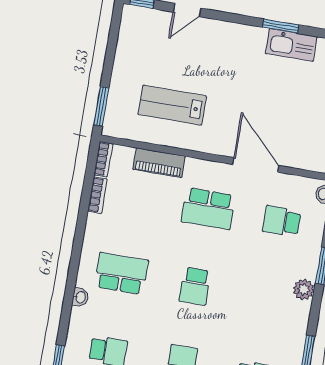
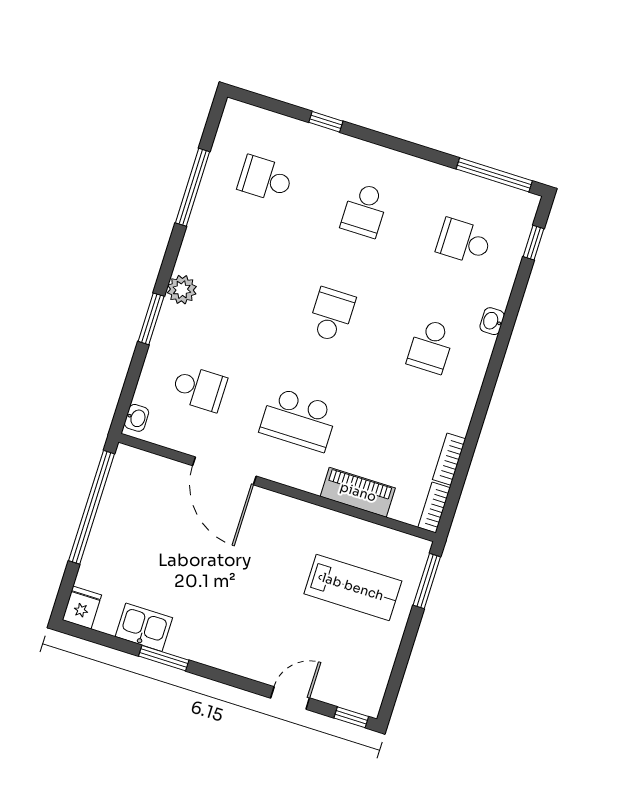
kitchen sink: (291, 45) -> (144, 627), width x0.73
lab bench: (172, 105) -> (353, 587), moved
school desk: (208, 209) -> (299, 420), turned 180
school desk: (121, 274) -> (431, 346), width x0.54

